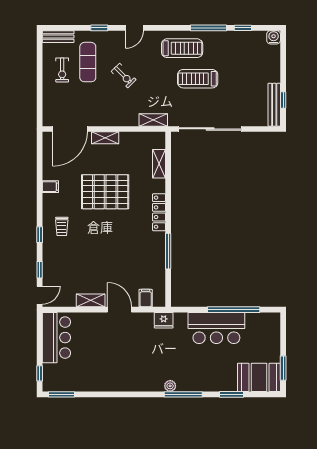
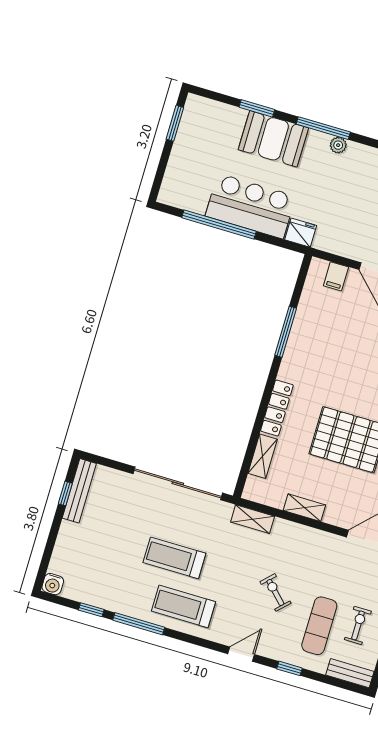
treadmill: (198, 79) -> (174, 558), turned 180
shelving: (105, 138) -> (304, 508), moved
locker: (159, 212) -> (277, 408), moved
fridge: (164, 320) -> (301, 233), moved
booth: (259, 377) -> (273, 139), moved

